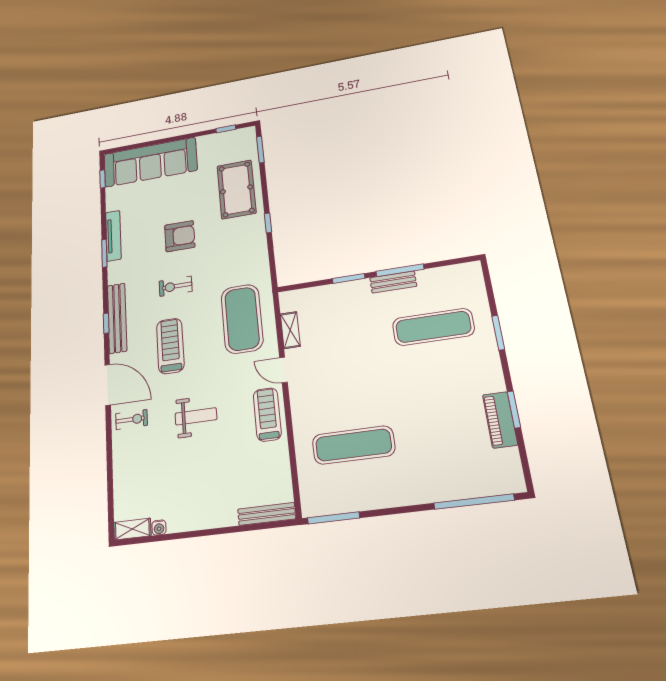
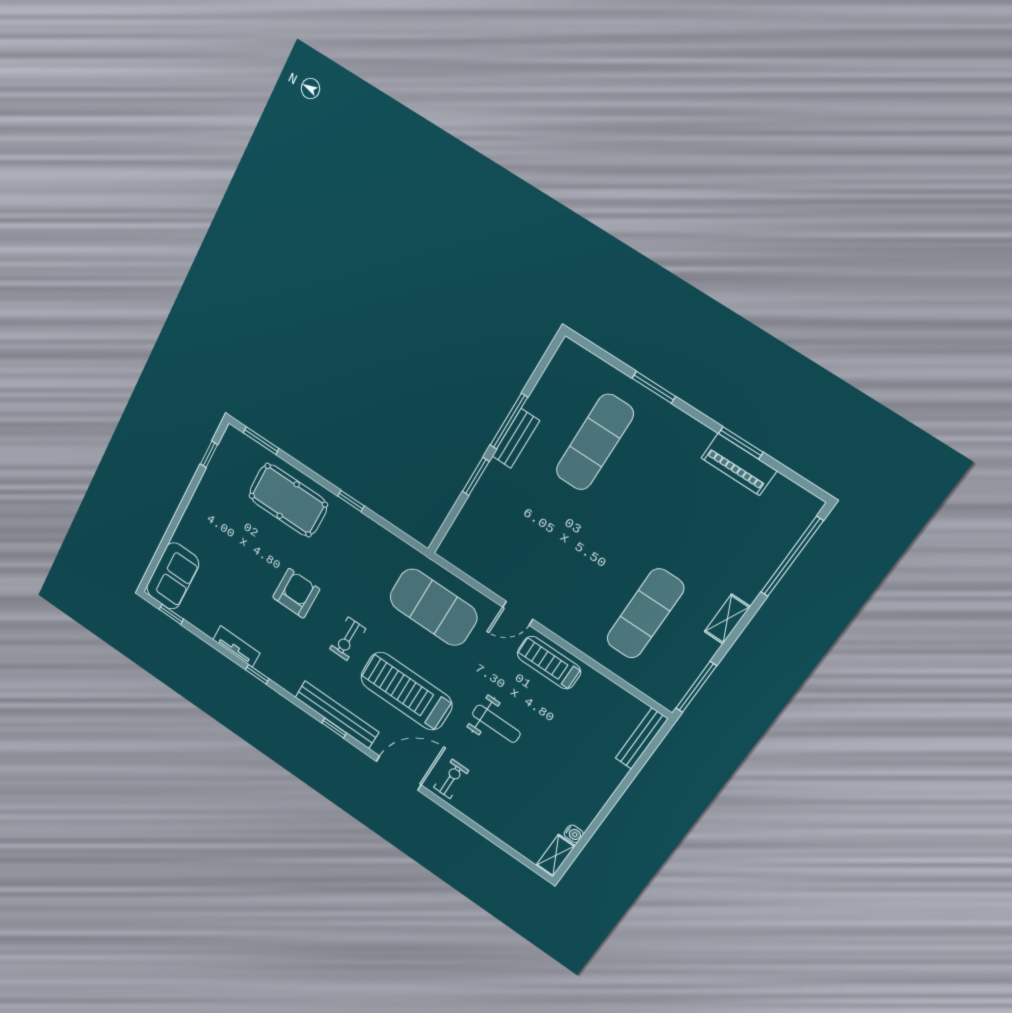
sofa: (150, 162) -> (173, 576), width x0.54, depth x0.79
tv unit: (113, 236) -> (236, 646), width x0.71
window: (104, 253) -> (257, 674), width x0.67
shelving: (290, 330) -> (727, 619), moved, turned 90
treadmill: (170, 346) -> (406, 691), width x1.37, depth x1.38
weight bench: (196, 416) -> (496, 724), turned 90

